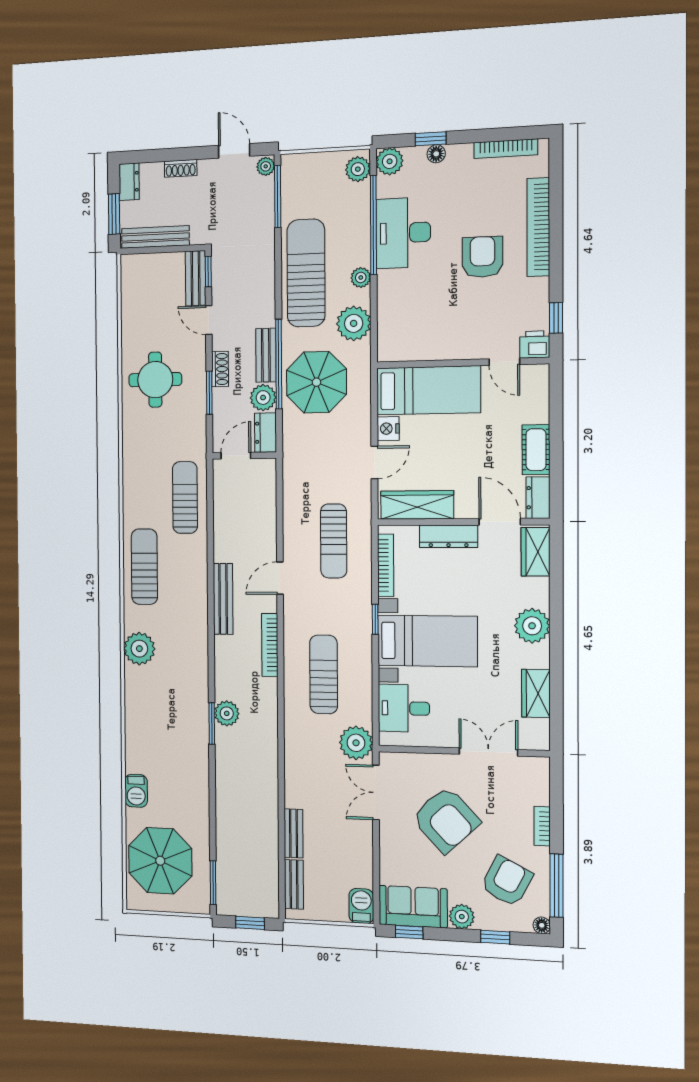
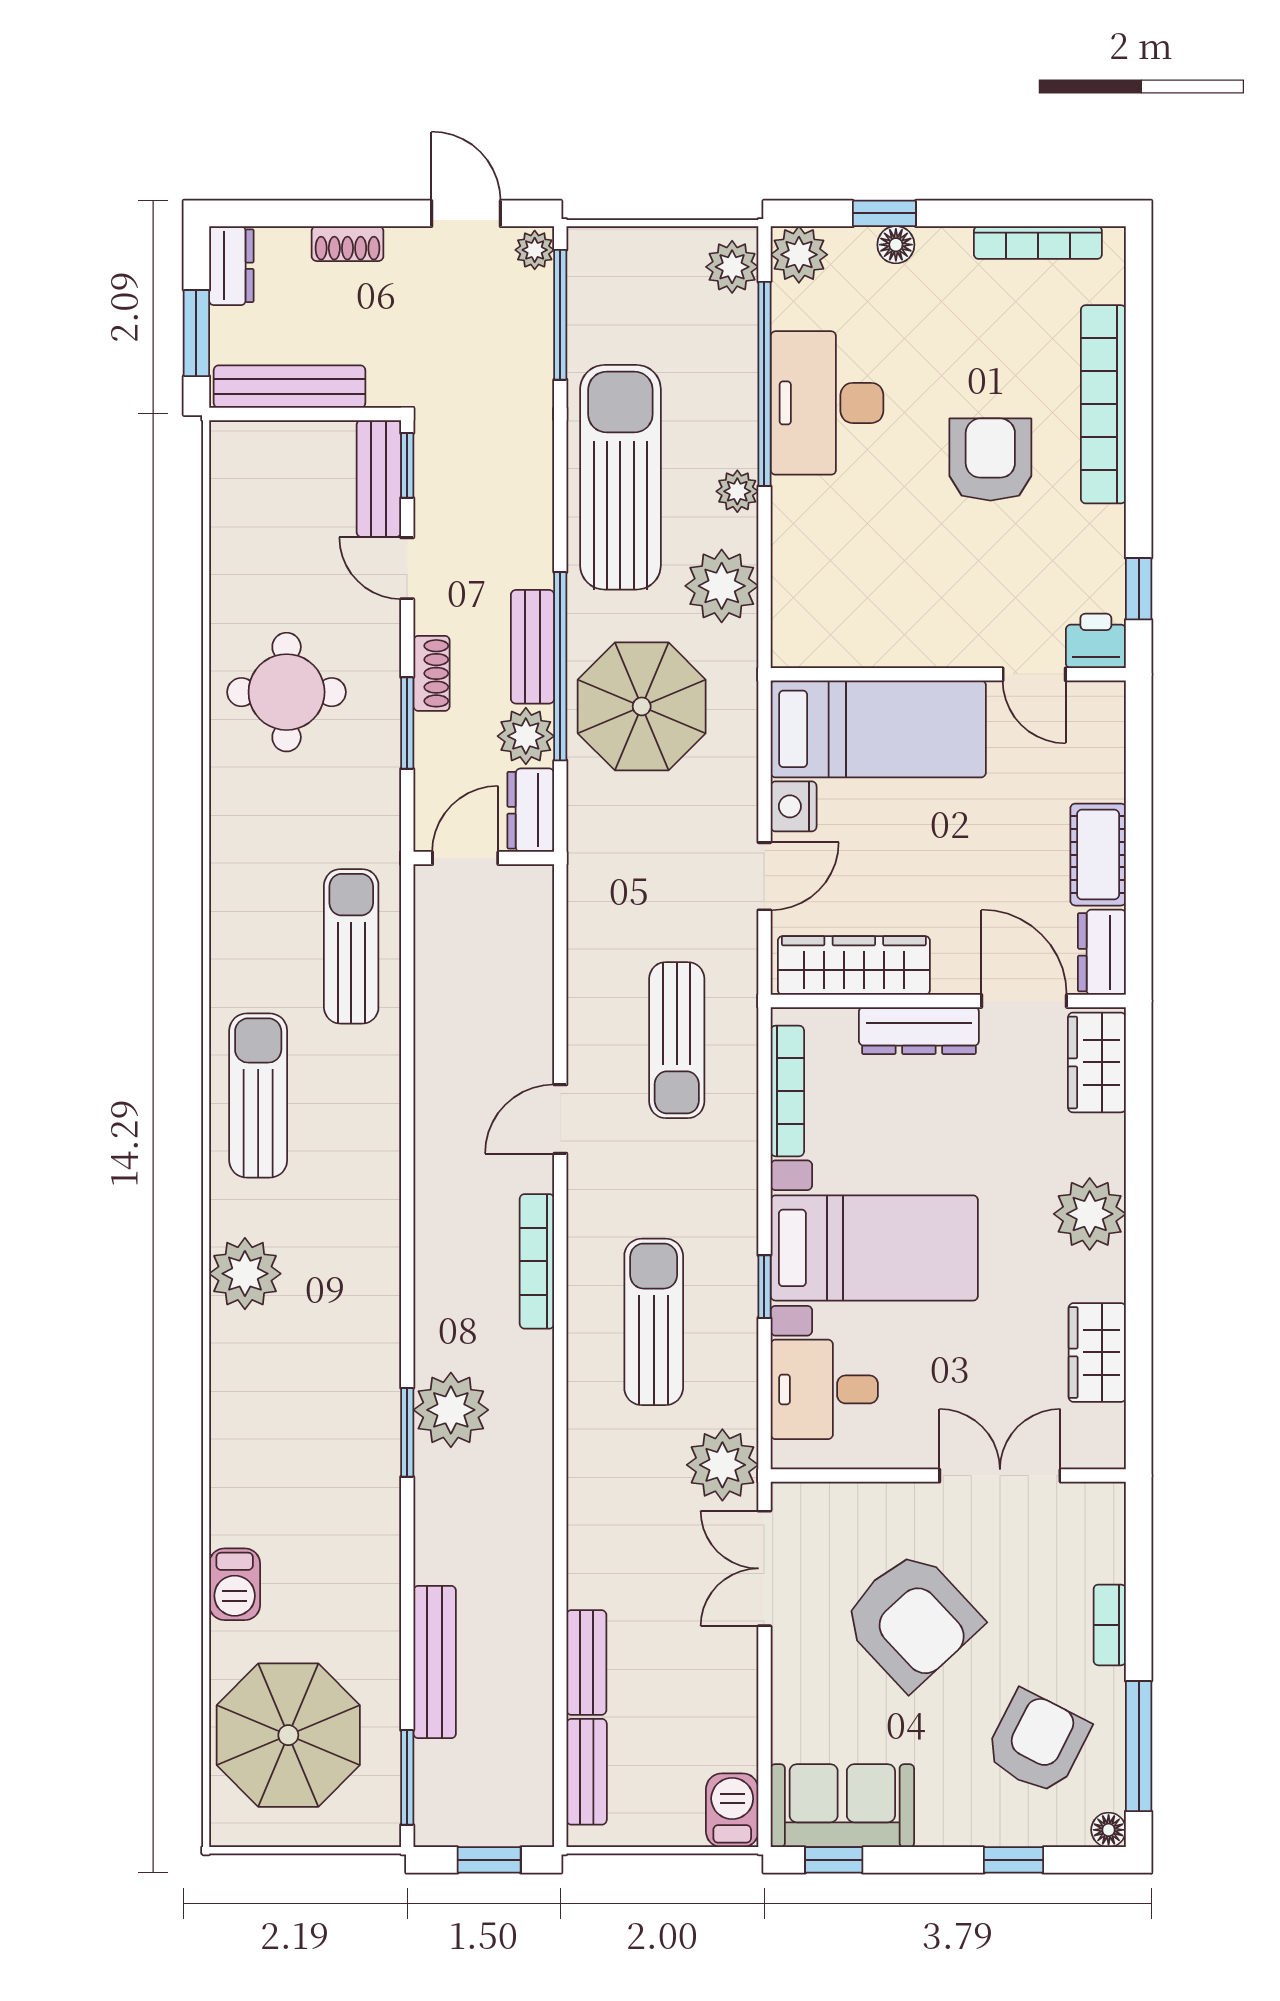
bench: (223, 599) -> (435, 1662), moved
window: (375, 619) -> (764, 1287), moved
plant: (227, 713) -> (451, 1410), width x1.36, depth x1.36
plant: (462, 917) -> (944, 1821), removed

